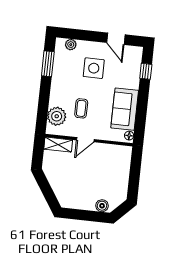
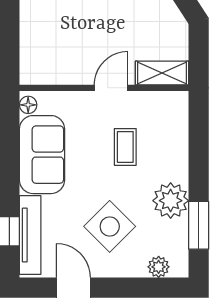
side table: (94, 68) -> (110, 226), turned 45
tv unit: (135, 68) -> (30, 235), added
plant: (57, 116) -> (171, 201), moved

